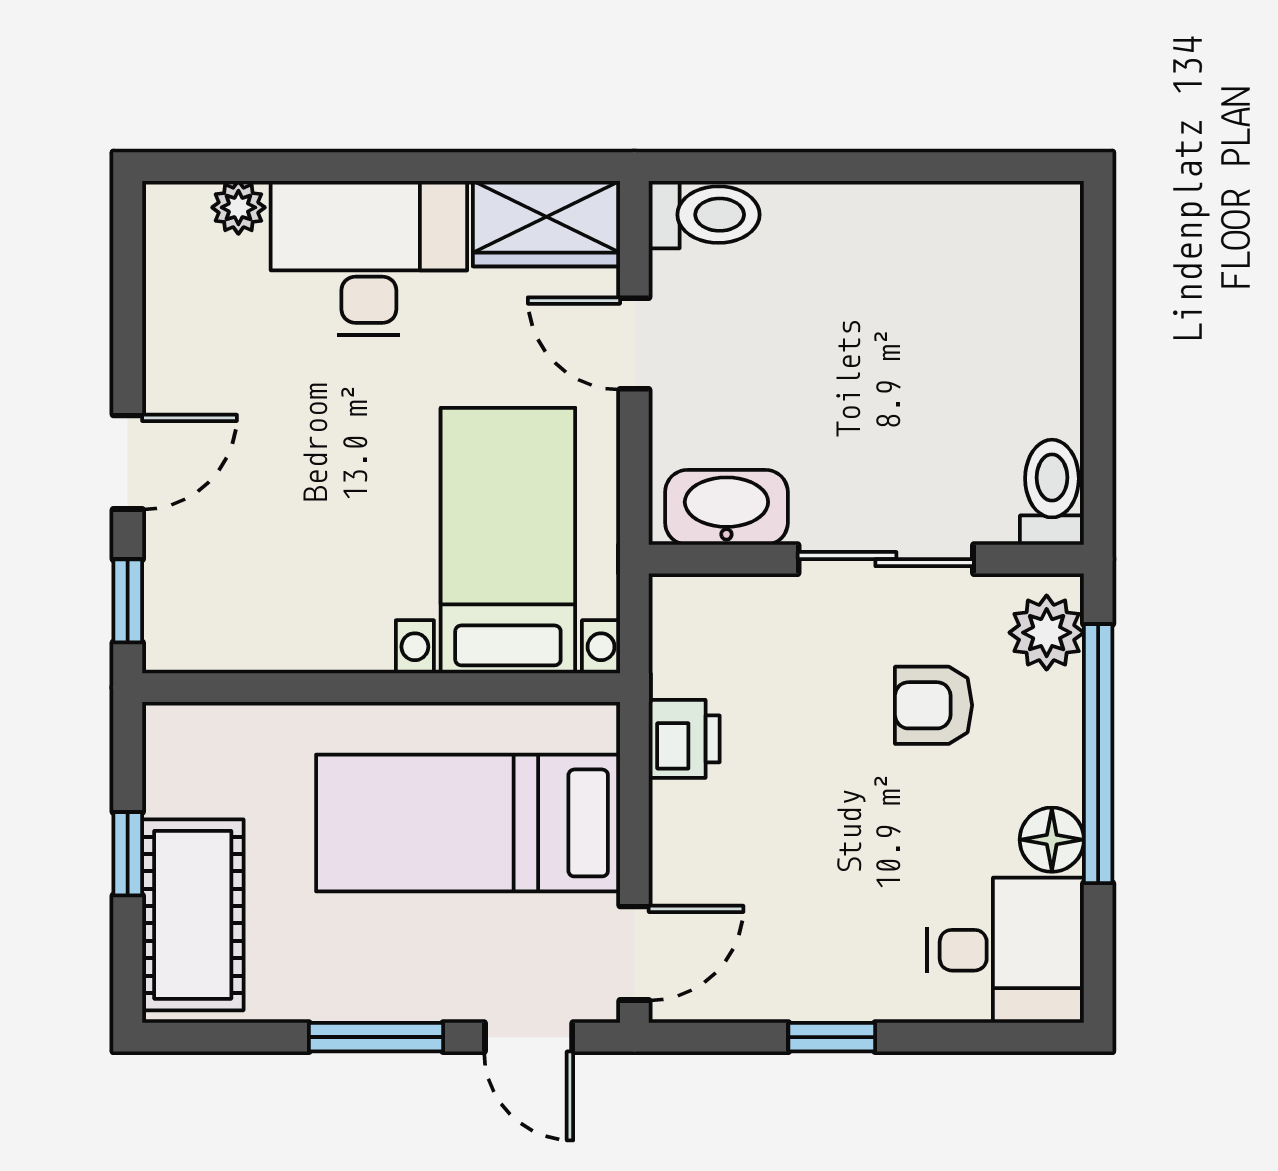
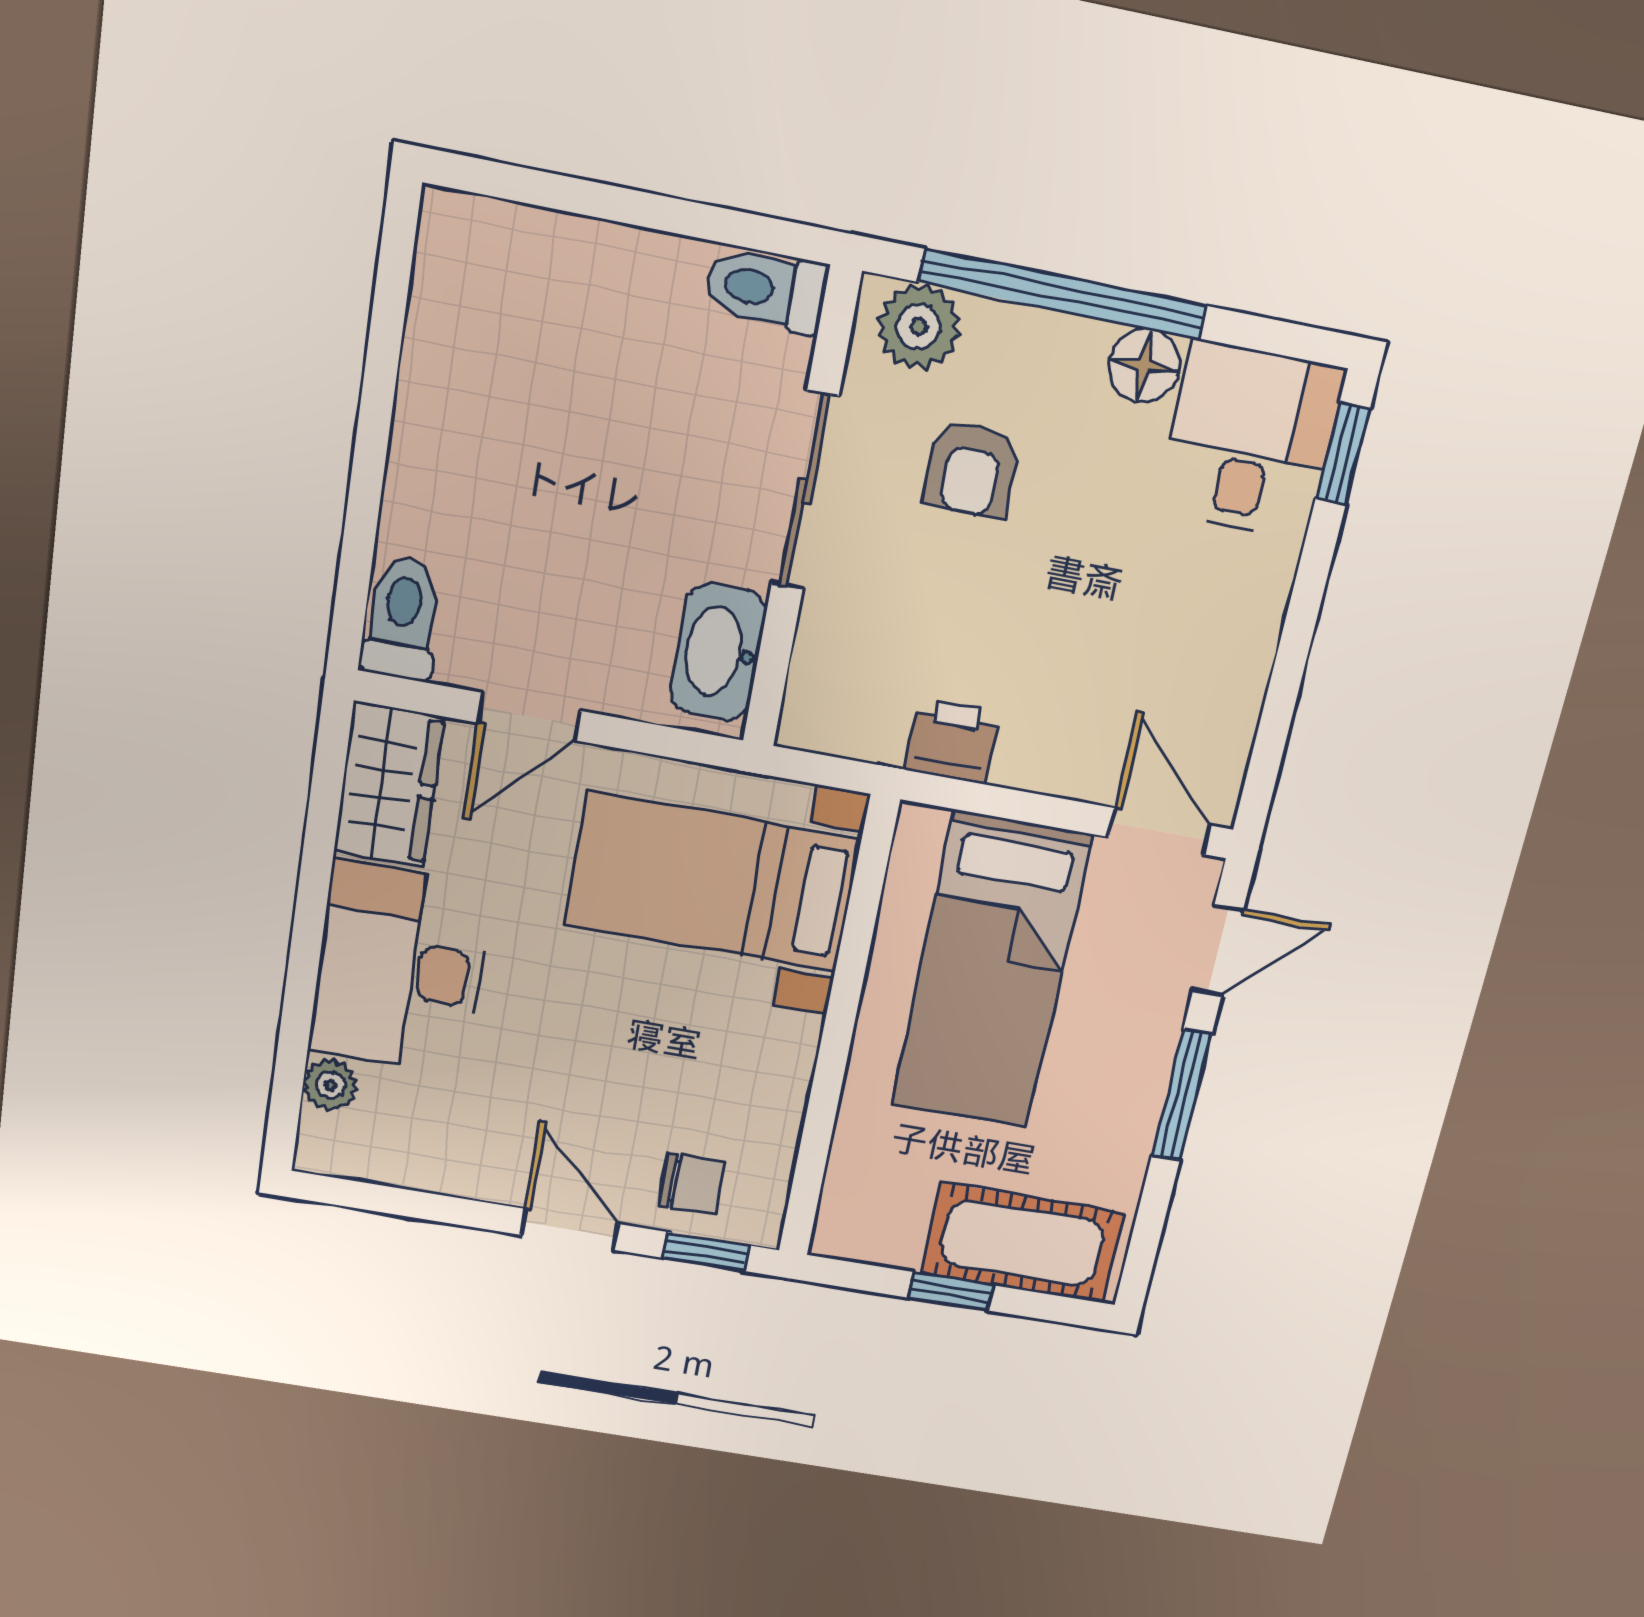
chair: (198, 573) -> (691, 1184), added
window: (832, 1037) -> (1343, 454), moved

